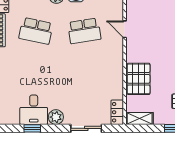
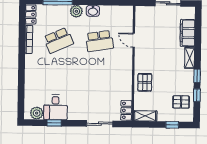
school desk: (36, 31) -> (58, 40), turned -36
pallet: (139, 79) -> (145, 82), width x0.67, depth x0.71
plant: (56, 117) -> (37, 113), moved

